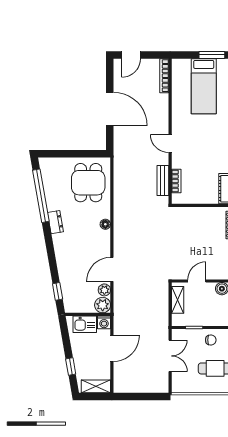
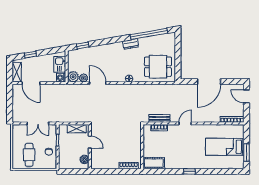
door: (112, 348) -> (31, 83), moved

